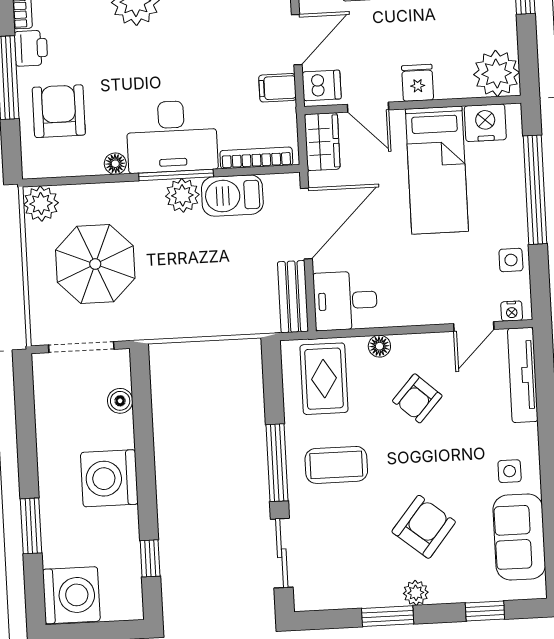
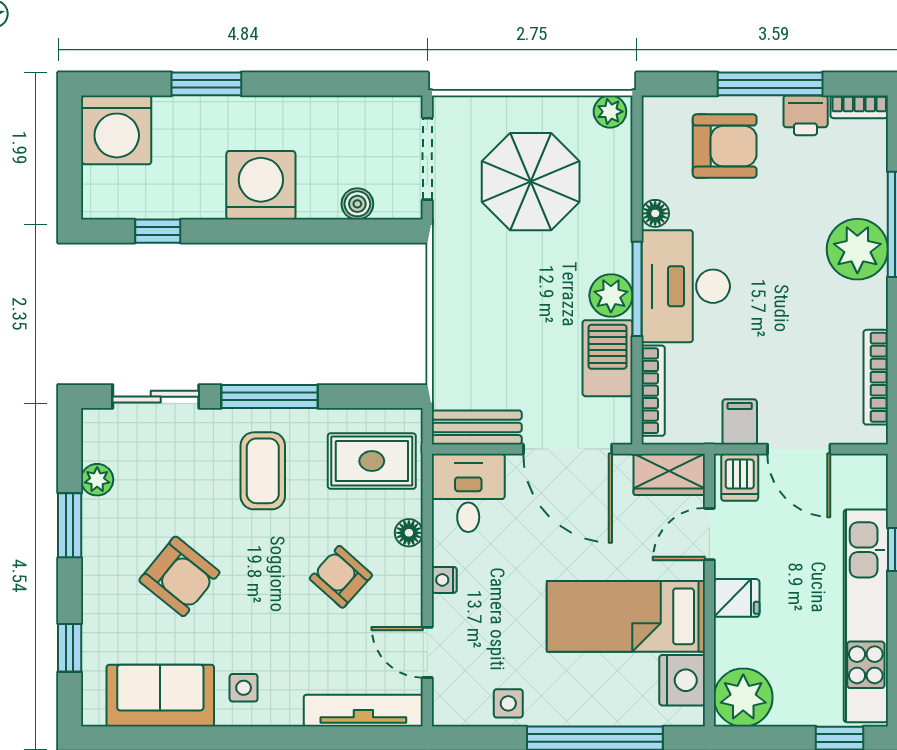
plant: (41, 204) -> (610, 112), width x0.73, depth x0.73
nightstand: (512, 311) -> (444, 580), moved
plant: (416, 593) -> (97, 480), moved

